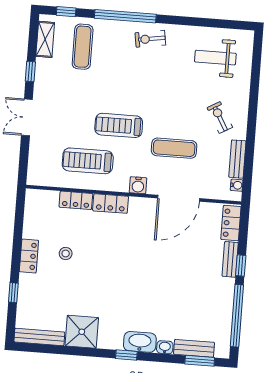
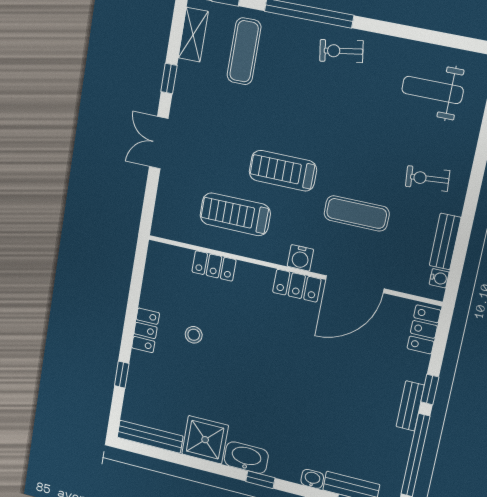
exercise bike: (220, 117) -> (428, 179), turned -65
locker: (111, 204) -> (297, 286), moved
bench: (230, 259) -> (410, 406), moved
washbasin: (140, 342) -> (246, 458), moved

